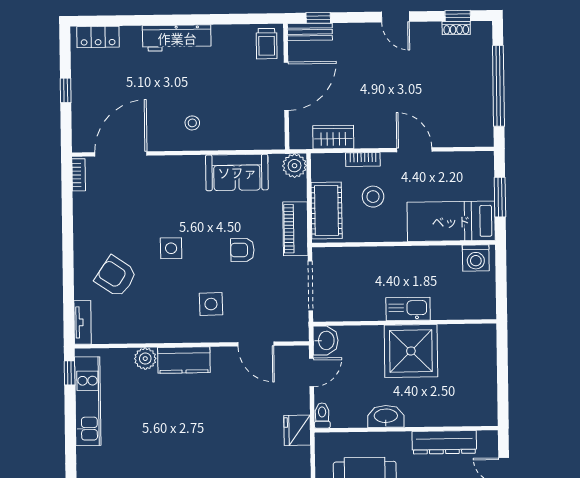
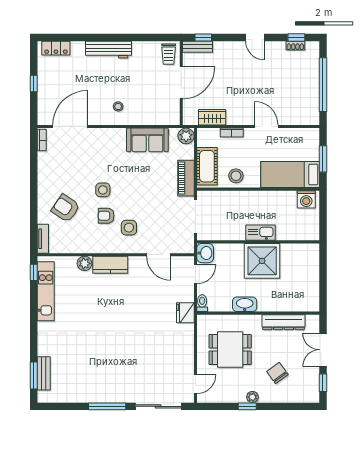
stool: (373, 197) -> (236, 176), moved
armchair: (242, 250) -> (106, 216), moved

